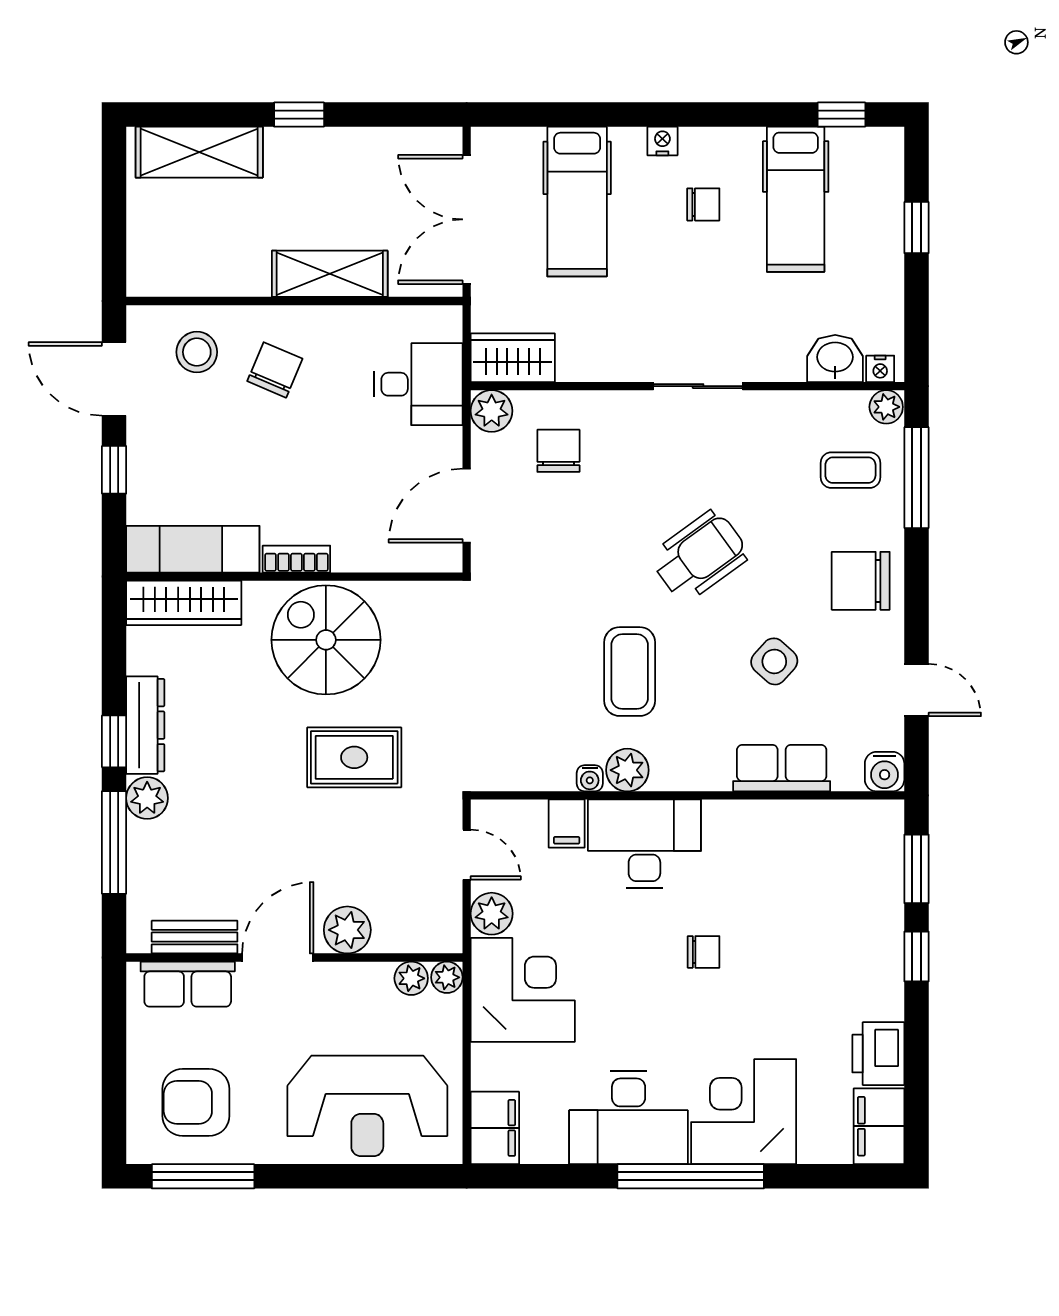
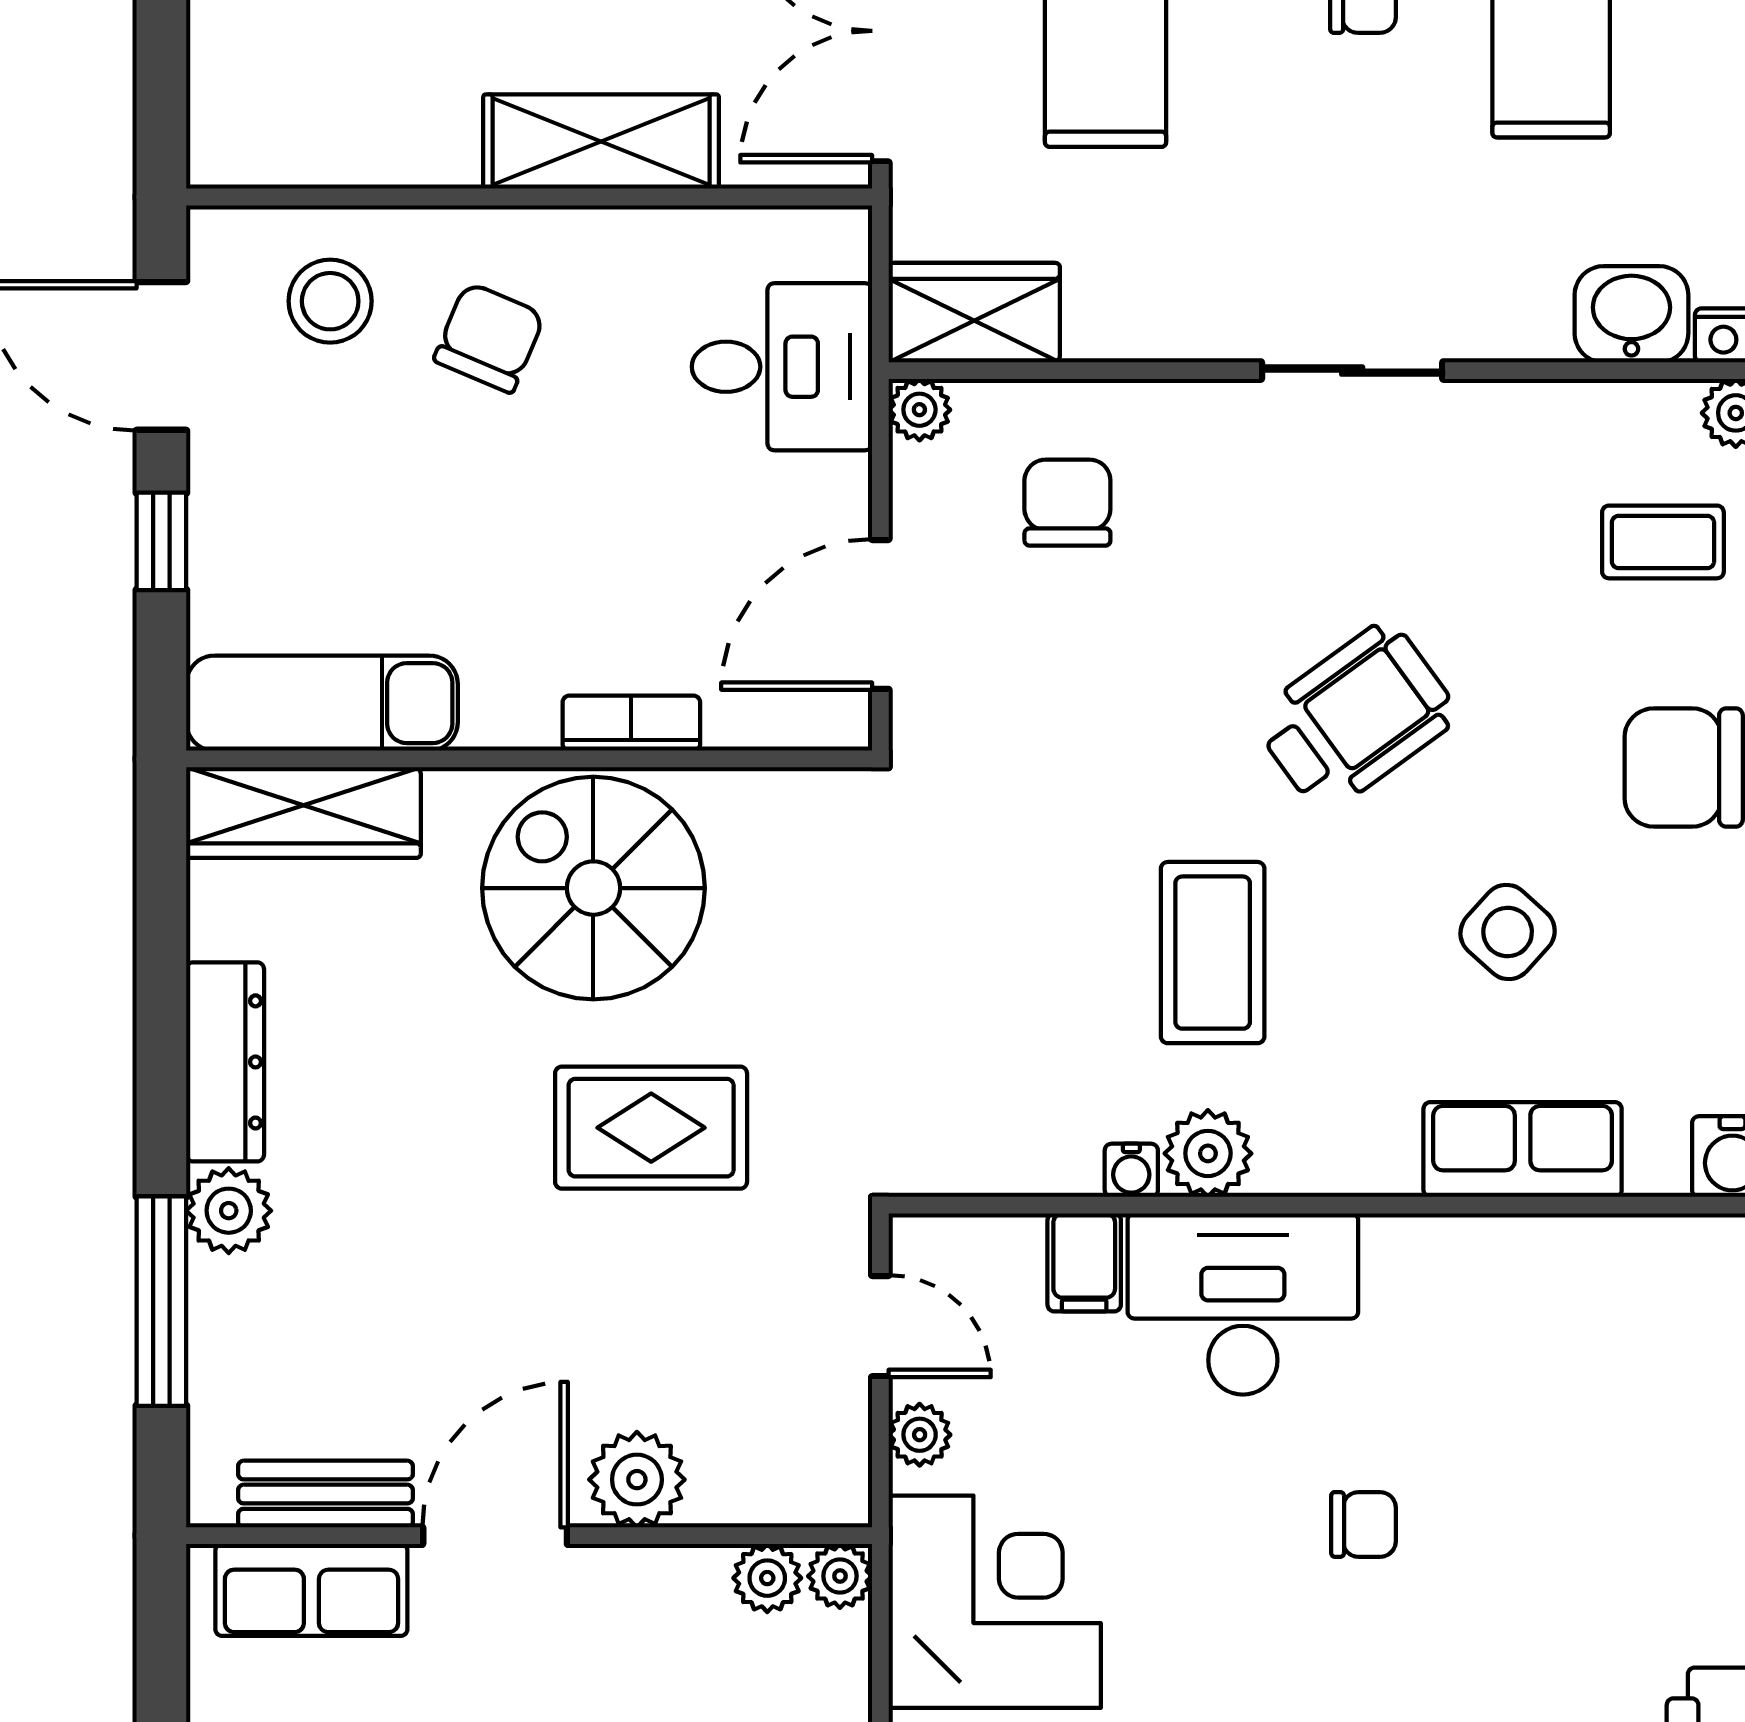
plant: (492, 411) -> (919, 410), width x0.73, depth x0.73
bookcase: (296, 559) -> (631, 723), moved
window: (114, 741) -> (161, 1095), removed
plant: (492, 914) -> (920, 1435), width x0.73, depth x0.73

